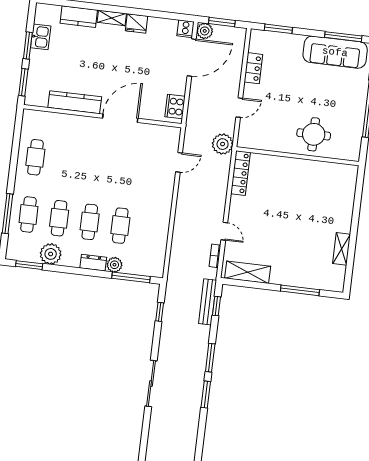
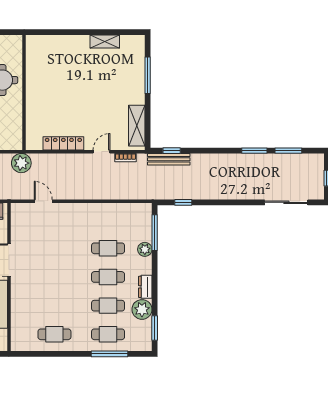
locker: (240, 173) -> (63, 143), moved
dresser: (93, 263) -> (145, 287), moved
window: (210, 358) -> (288, 151), moved
sliding door: (151, 383) -> (286, 202), moved

